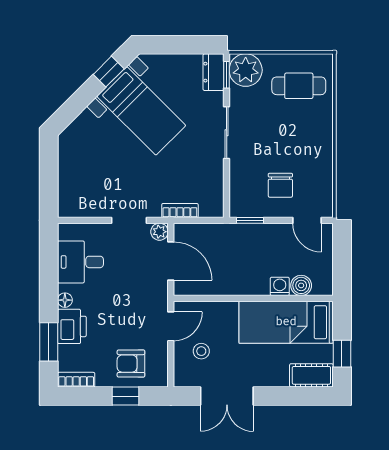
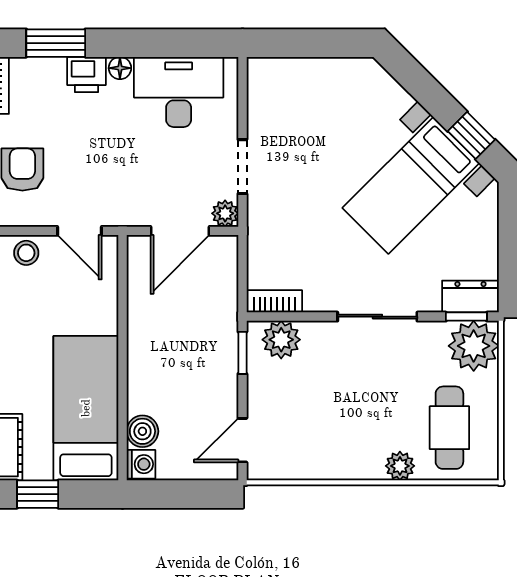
plant: (324, 118) -> (400, 466), added
chair: (280, 185) -> (296, 399), removed
plant: (242, 195) -> (281, 340), added
bookcase: (180, 210) -> (274, 301), moved, turned -90
desk: (80, 262) -> (179, 92), width x1.37
washing machine: (280, 286) -> (141, 464), moved
printer: (72, 326) -> (87, 74), width x0.73, depth x0.81
stool: (201, 351) -> (26, 253), moved

